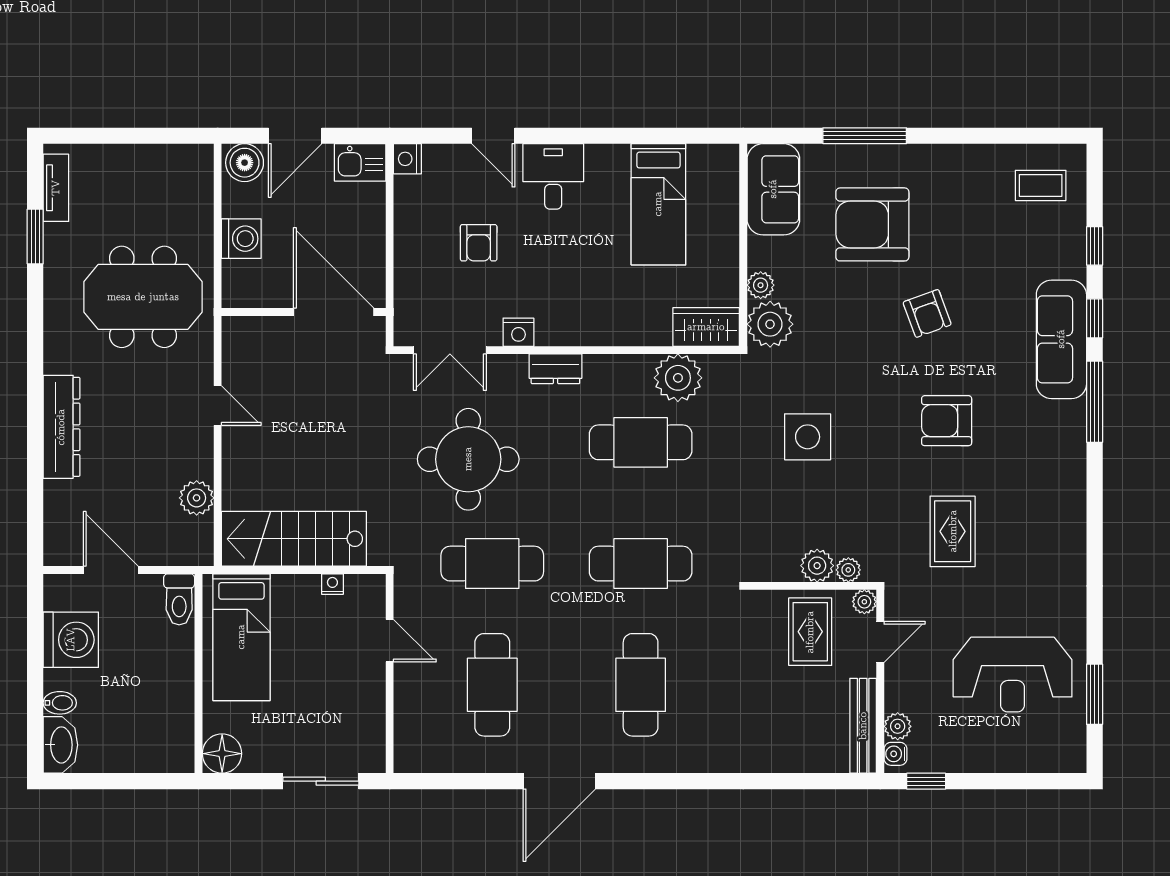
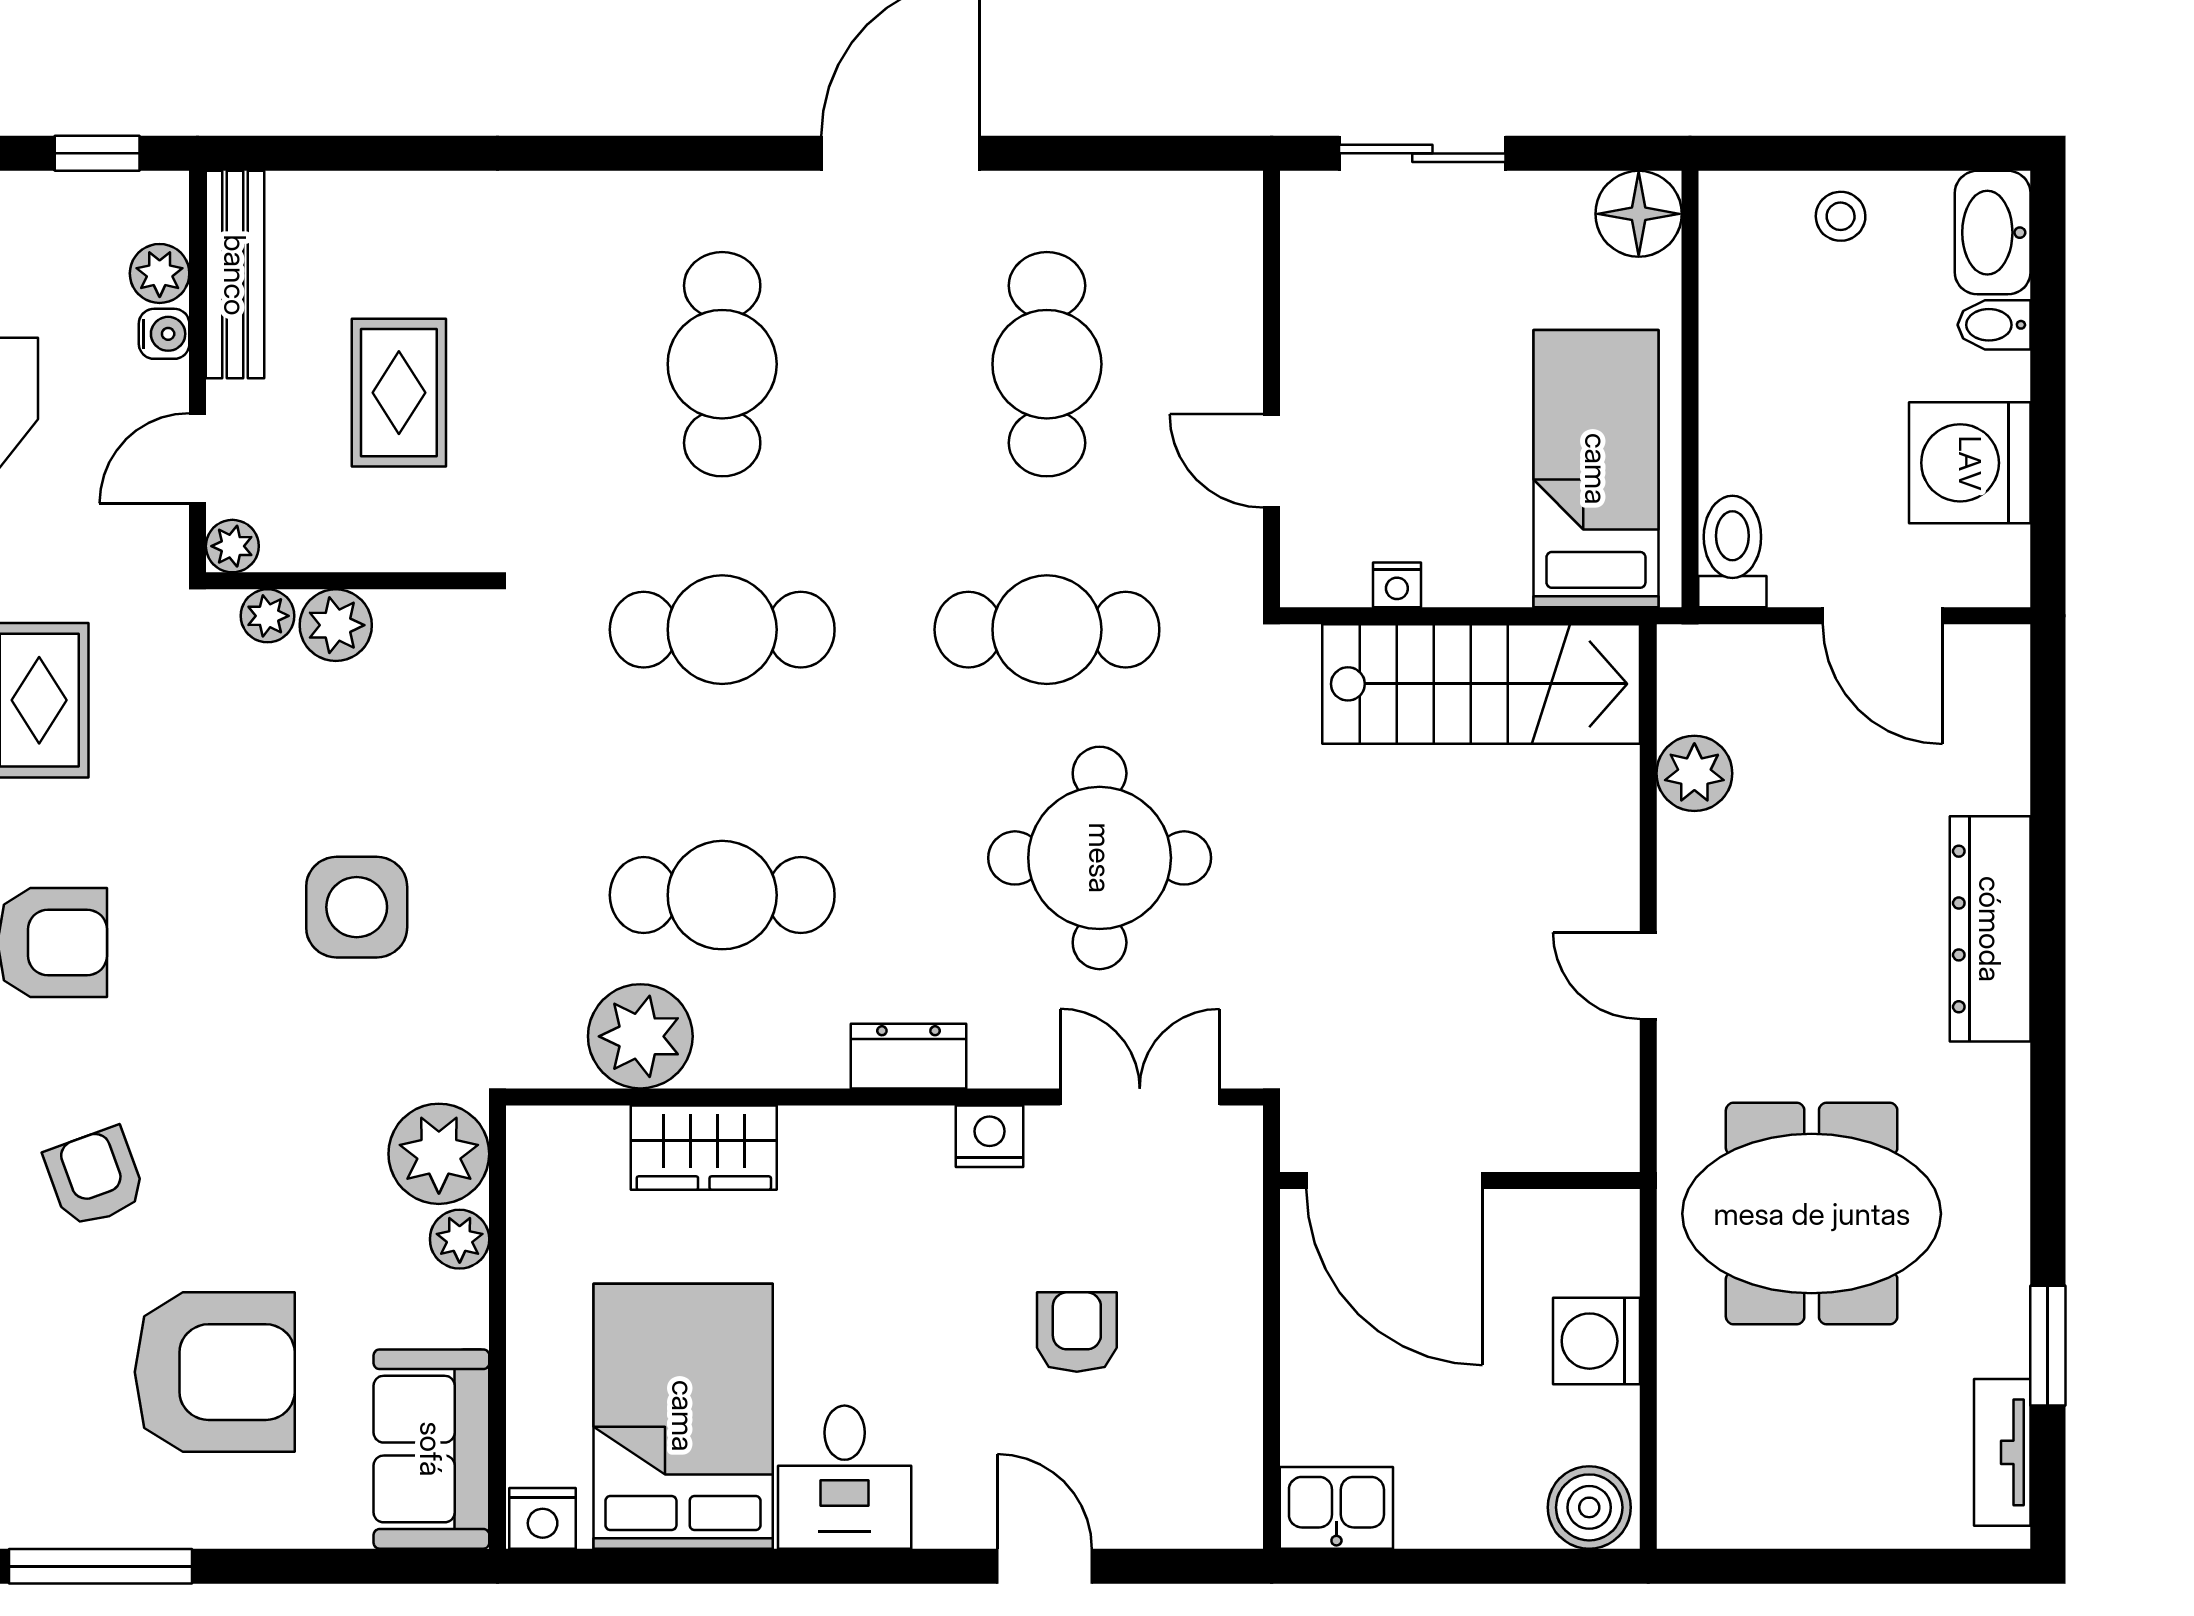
door: (295, 136) -> (1479, 1566), removed
window: (865, 136) -> (100, 1566), moved
nightstand: (407, 159) -> (543, 1518), moved, turned 90
desk: (553, 176) -> (845, 1477), moved
bed: (658, 204) -> (683, 1416), width x1.50
wardrobe: (706, 327) -> (704, 1148), moved
rug: (810, 632) -> (399, 393), moved
stool: (130, 752) -> (1841, 216), added
water cooler: (896, 754) -> (164, 334), moved

